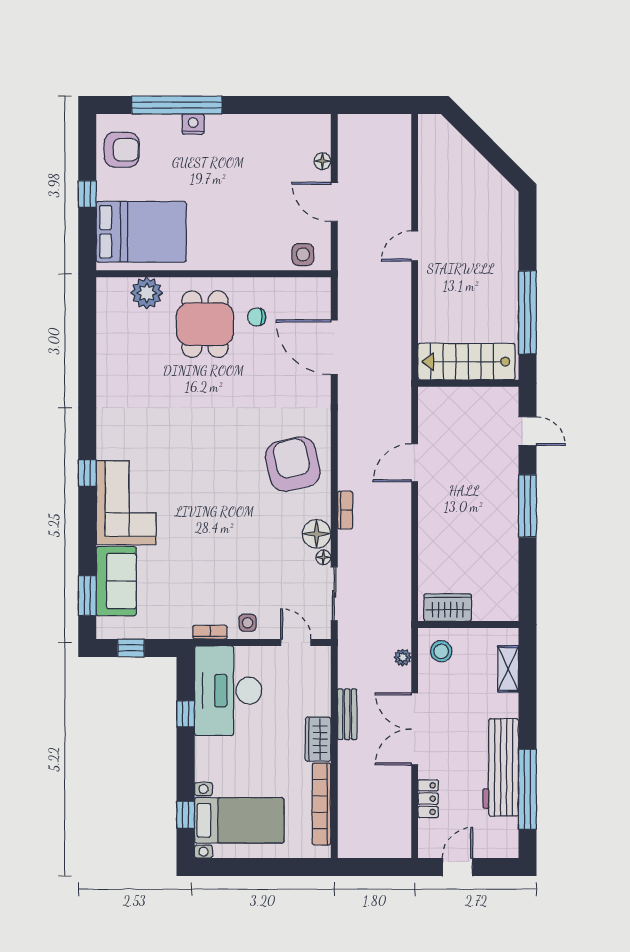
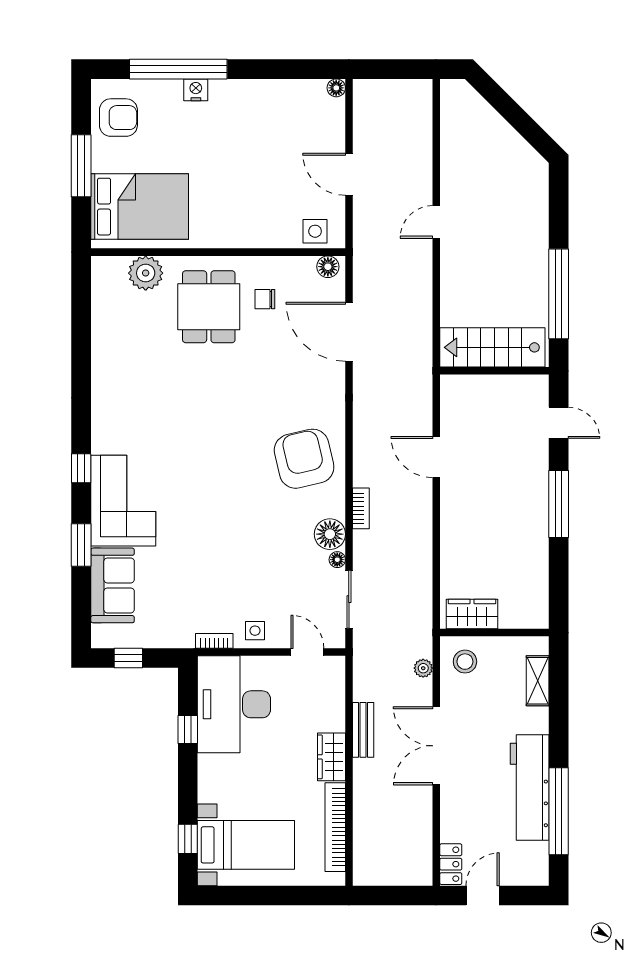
floor lamp: (322, 161) -> (336, 88), moved
window: (87, 194) -> (81, 166), width x2.17
floor lamp: (315, 287) -> (328, 267), added
door: (415, 463) -> (436, 457), hinge flipped
window: (87, 596) -> (81, 545), moved
locker: (428, 799) -> (451, 864), moved

